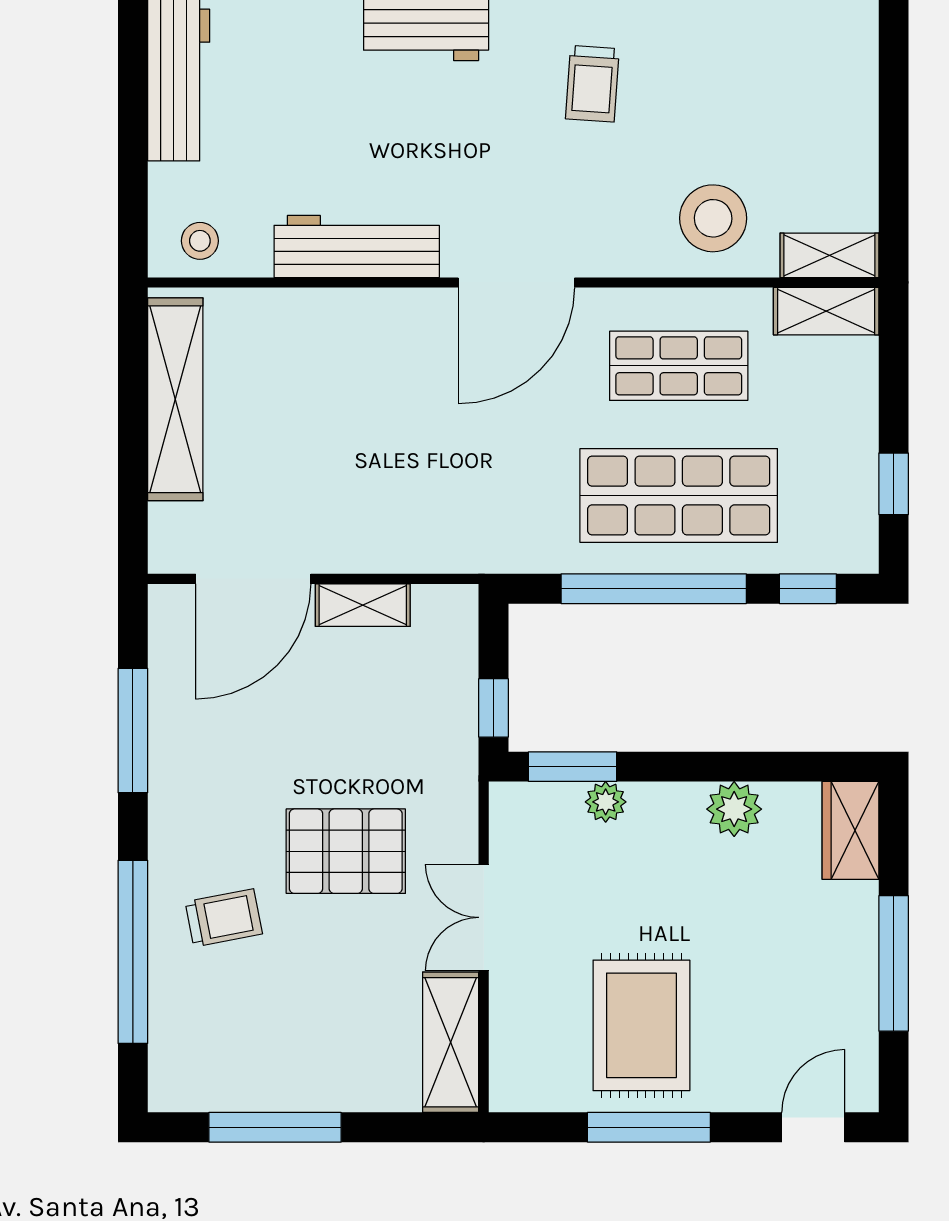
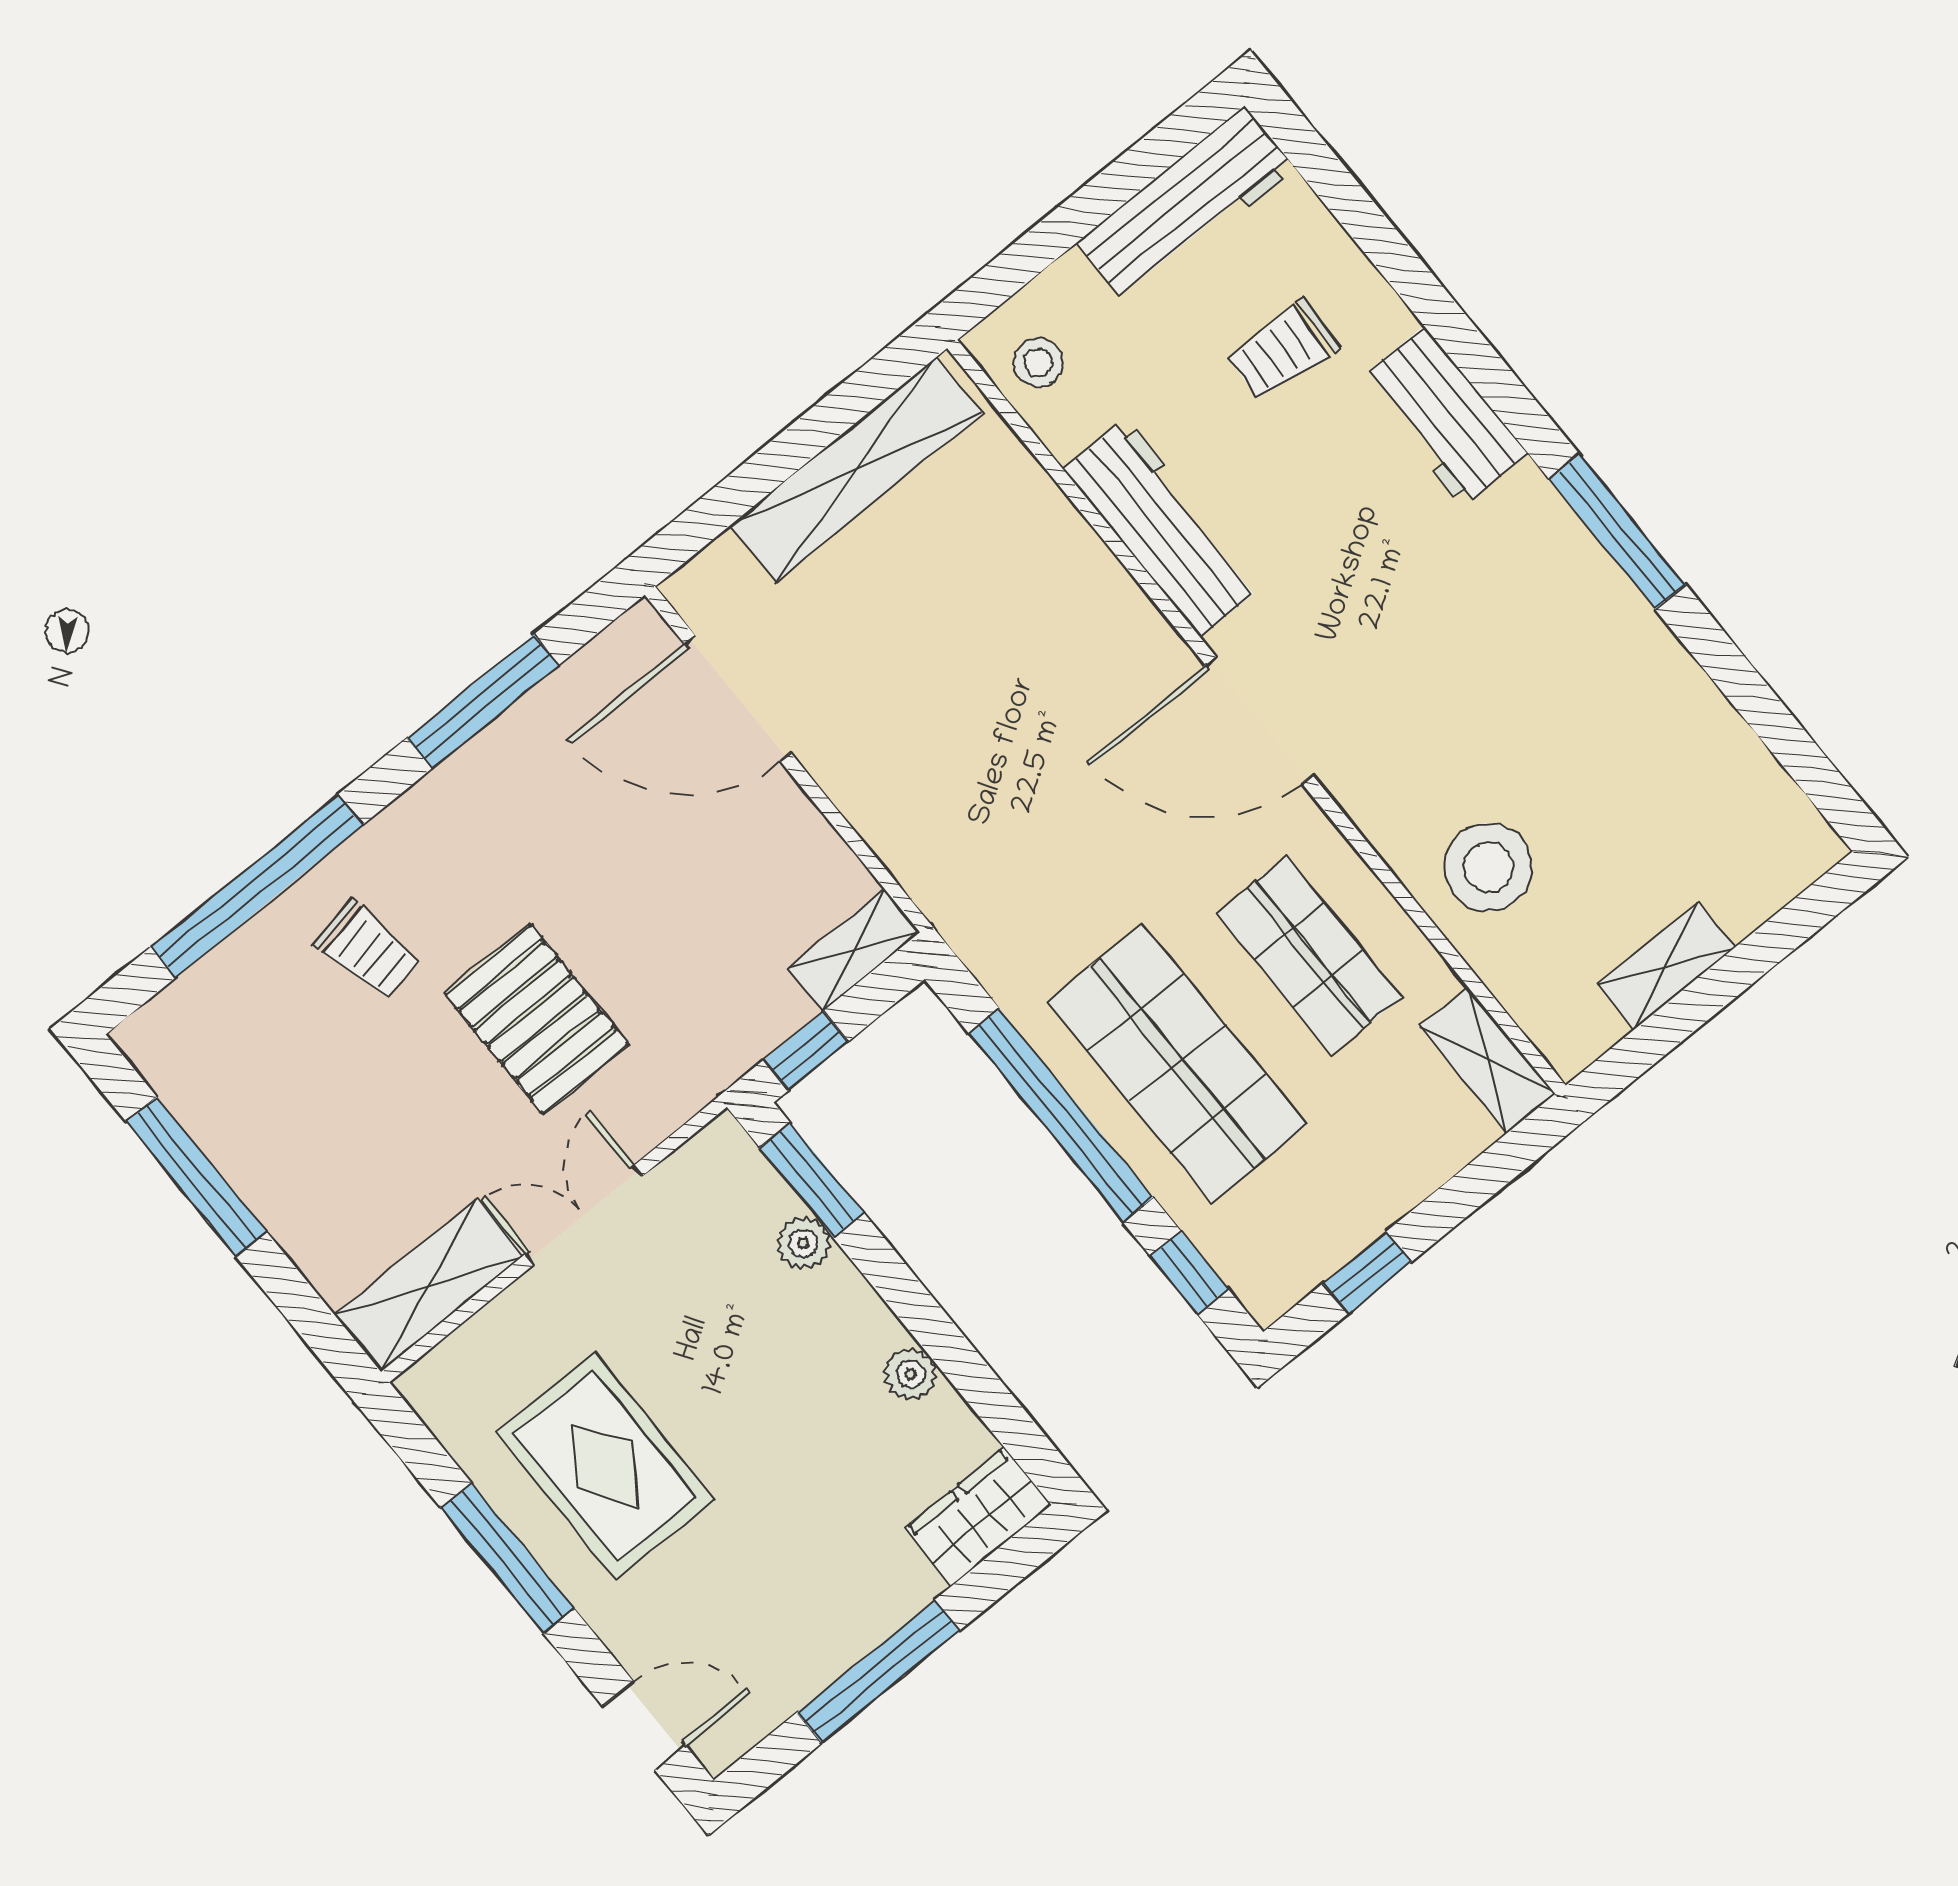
trolley: (592, 84) -> (1283, 350), moved
shelving: (829, 255) -> (1666, 966), moved, turned 90
shelving: (363, 605) -> (854, 950), moved, turned 90
plant: (734, 809) -> (911, 1374), width x0.73, depth x0.73
rug: (641, 1025) -> (605, 1466), turned 90

